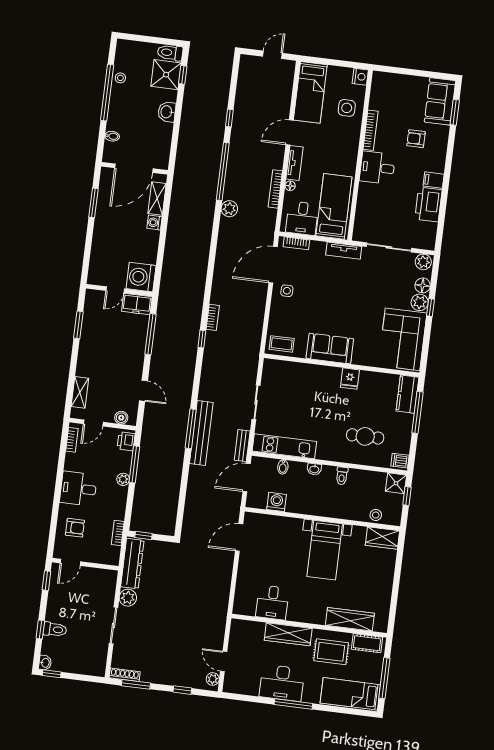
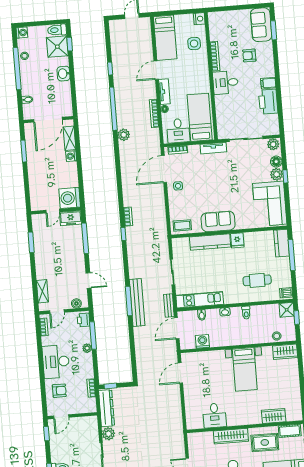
washing machine: (123, 47) -> (22, 33), added
kitchen counter: (314, 373) -> (210, 242), added
desk: (78, 489) -> (56, 362), width x1.37
wardrobe: (350, 619) -> (274, 416), width x0.67

